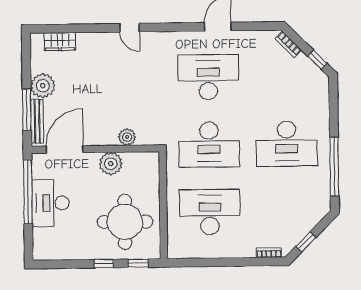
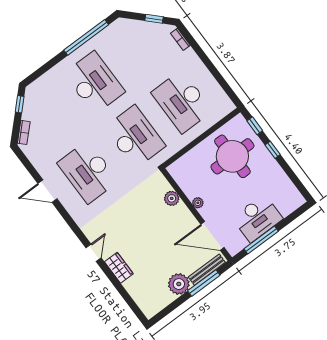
wardrobe: (60, 42) -> (119, 268), moved
plant: (111, 164) -> (198, 203), width x0.53, depth x0.53
window: (28, 192) -> (261, 240), width x0.68

